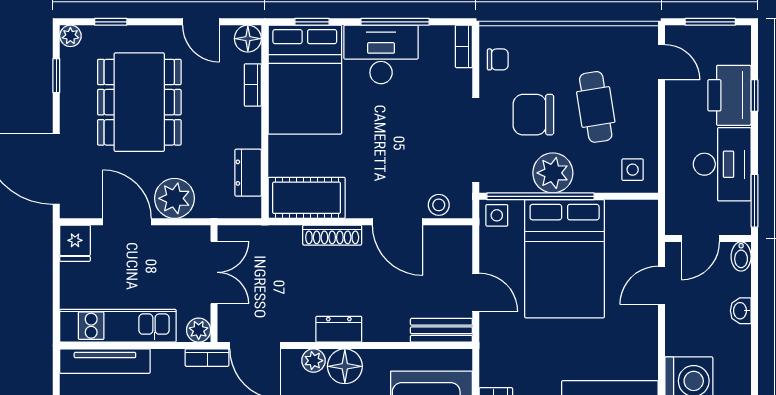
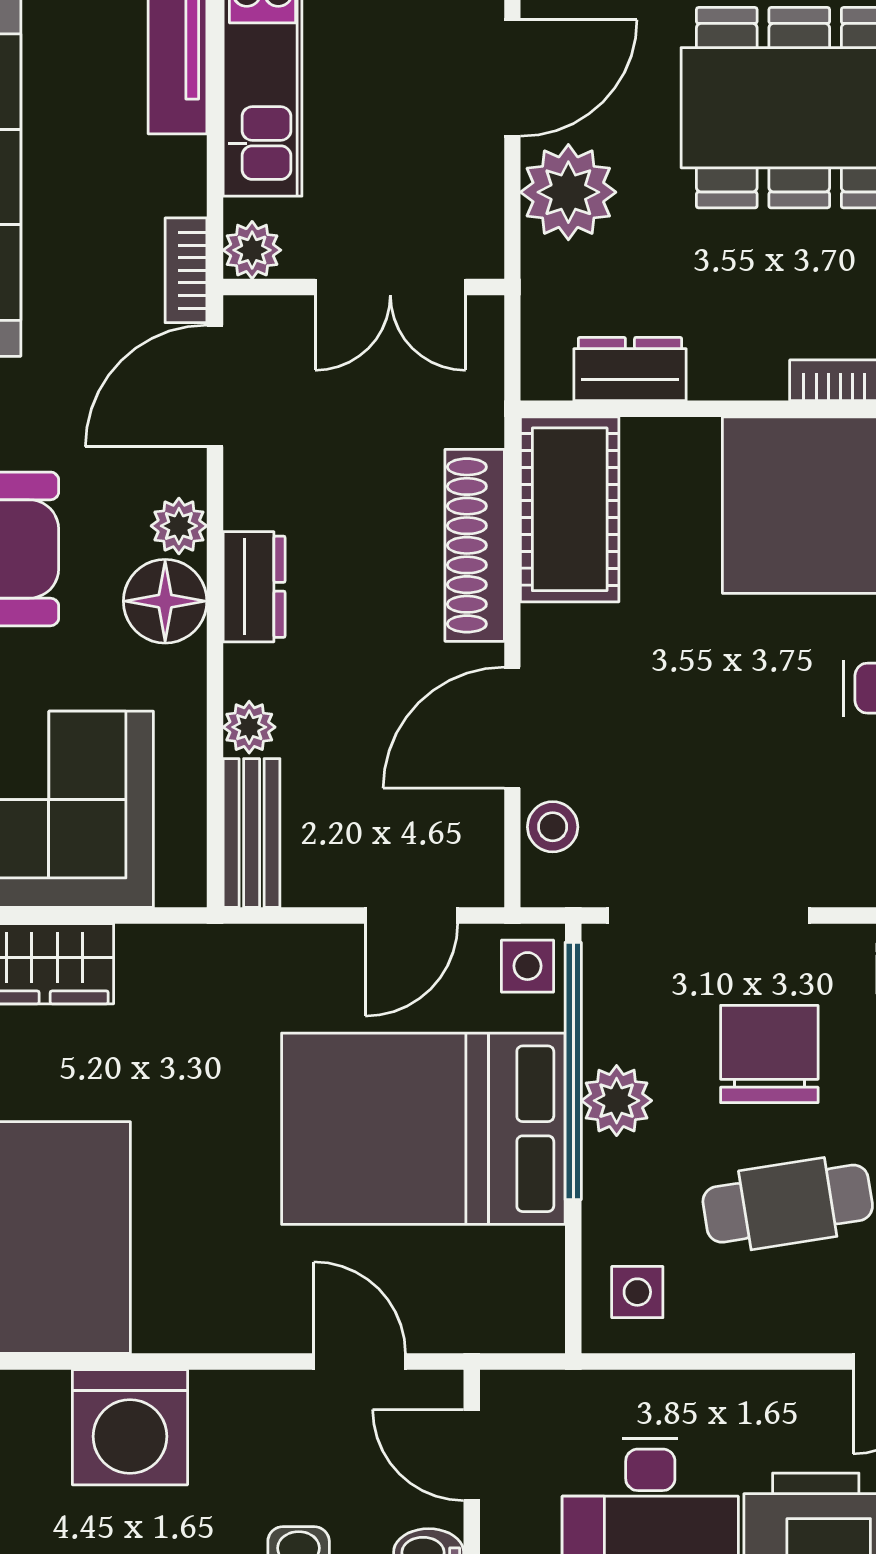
plant: (553, 173) -> (617, 1101), width x0.73, depth x0.73
shoe rack: (332, 235) -> (475, 545), width x1.36, depth x1.24
door: (476, 292) -> (411, 916), moved
plant: (397, 331) -> (249, 727), added

